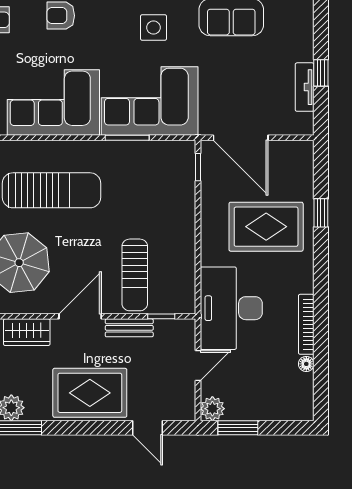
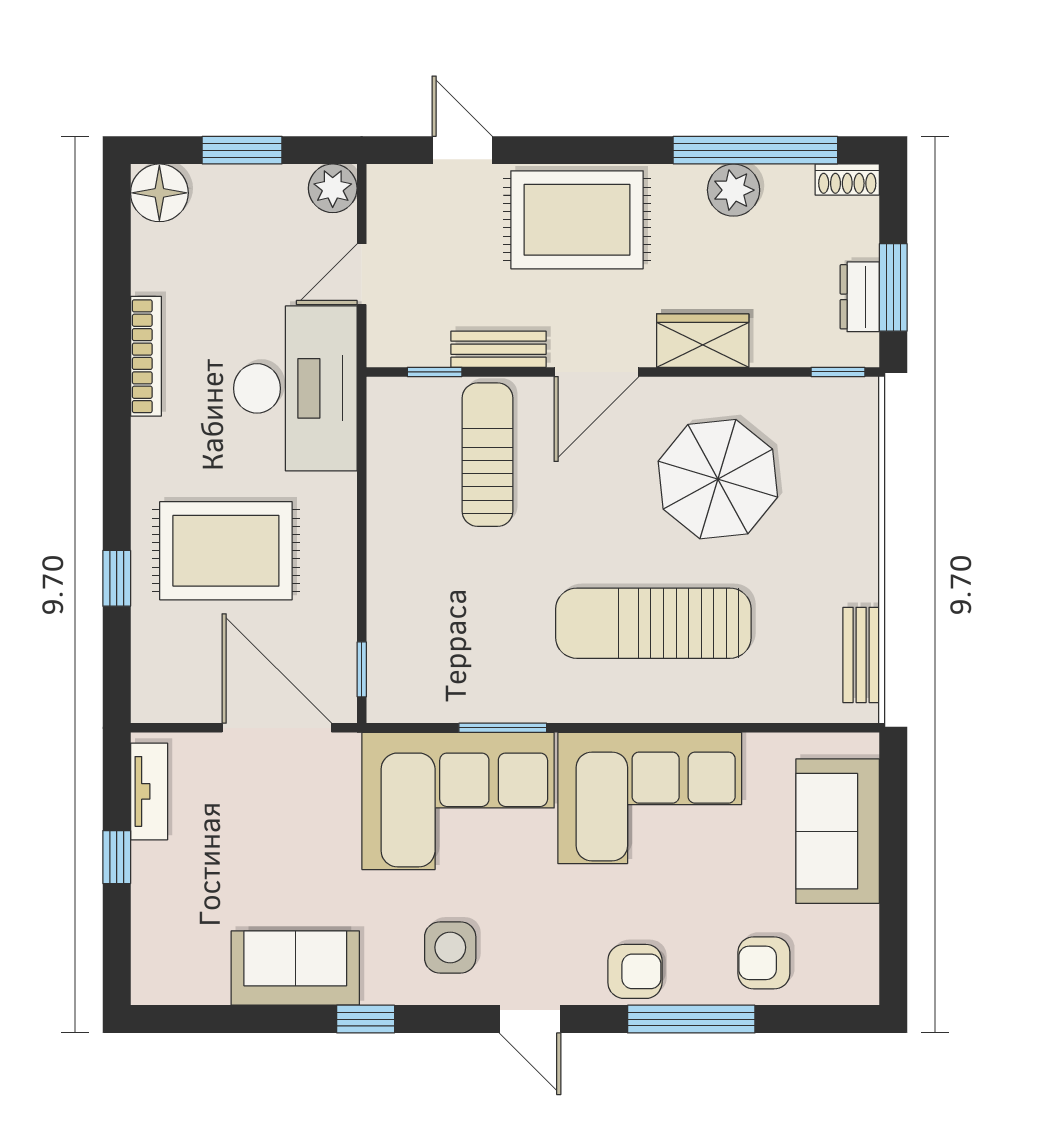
tv unit: (305, 87) -> (149, 791), moved
floor lamp: (306, 364) -> (159, 193), moved, width x1.89, depth x1.89
window: (238, 428) -> (242, 150), moved

